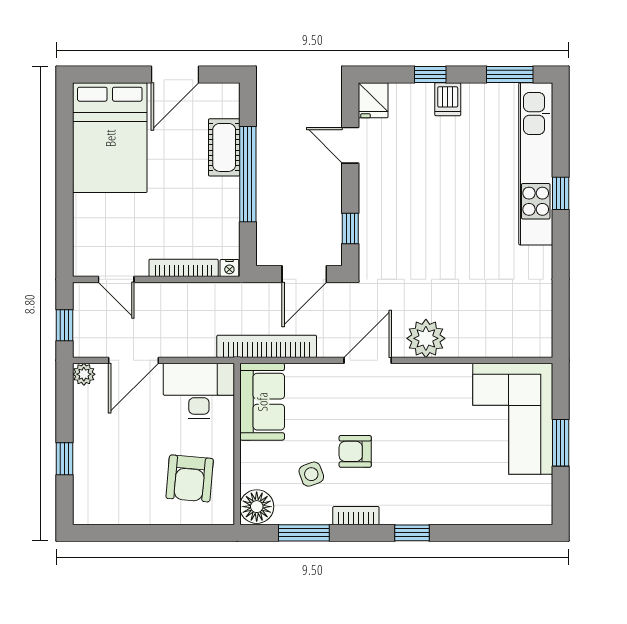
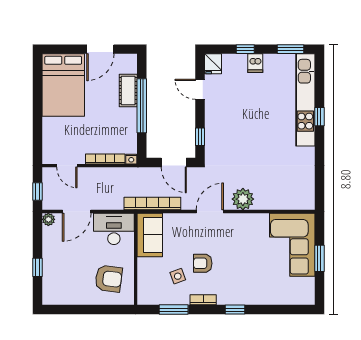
door: (304, 274) -> (174, 162), hinge flipped
armchair: (190, 478) -> (109, 279), turned -88
floor lamp: (257, 507) -> (147, 295), removed

